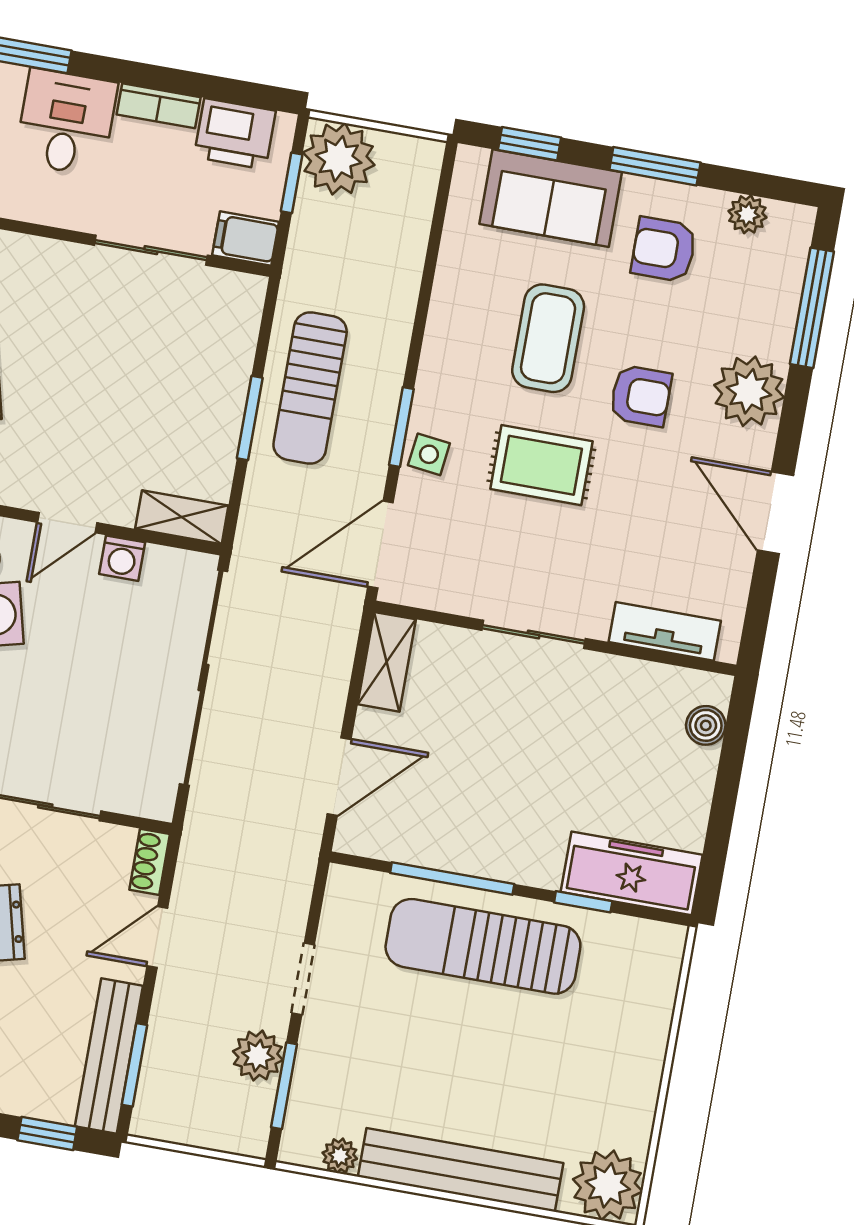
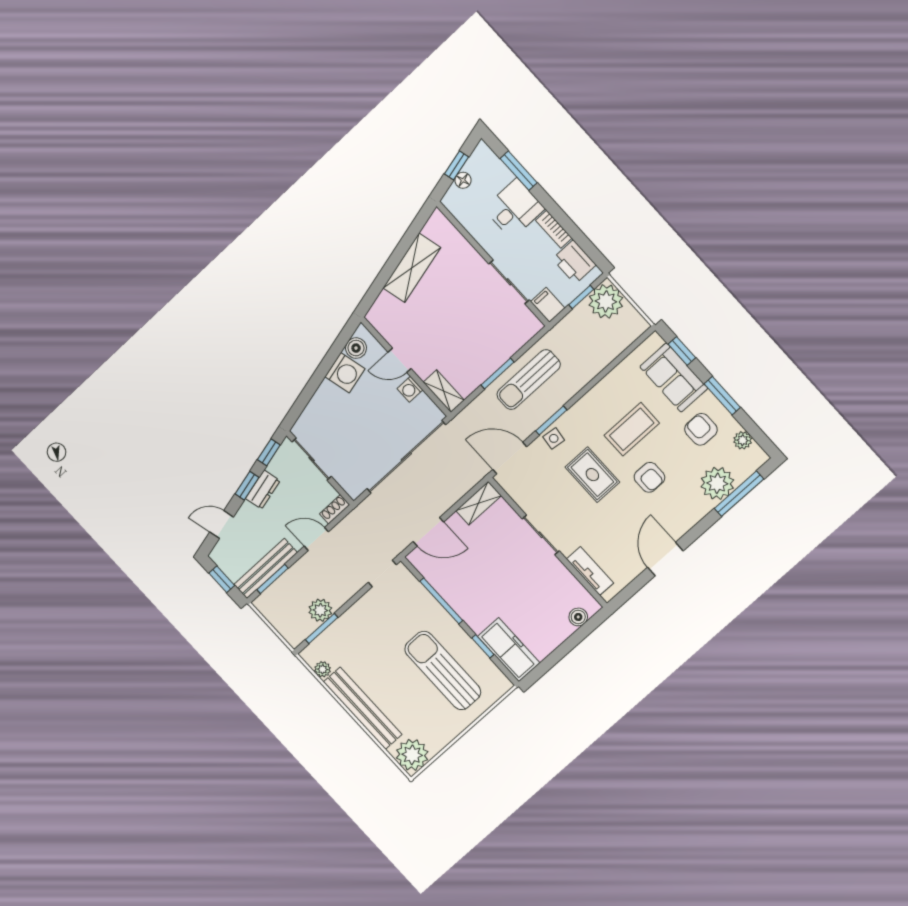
plant: (749, 391) -> (717, 483), moved
sun lounger: (483, 946) -> (443, 671), moved
doorway: (303, 979) -> (382, 574), moved

